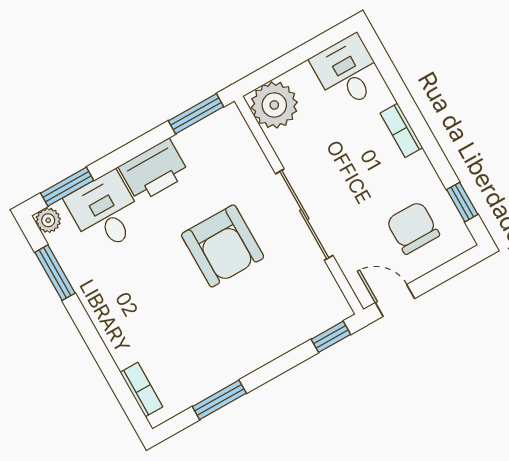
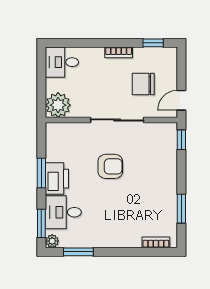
window: (196, 114) -> (41, 173), moved
bookcase: (401, 130) -> (119, 52), moved
chair: (413, 228) -> (143, 84), moved
armchair: (223, 246) -> (110, 166), width x0.73, depth x0.73

